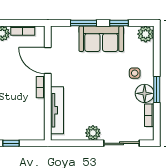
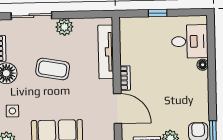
side table: (135, 73) -> (12, 111), moved
coffee table: (104, 96) -> (53, 69), added

